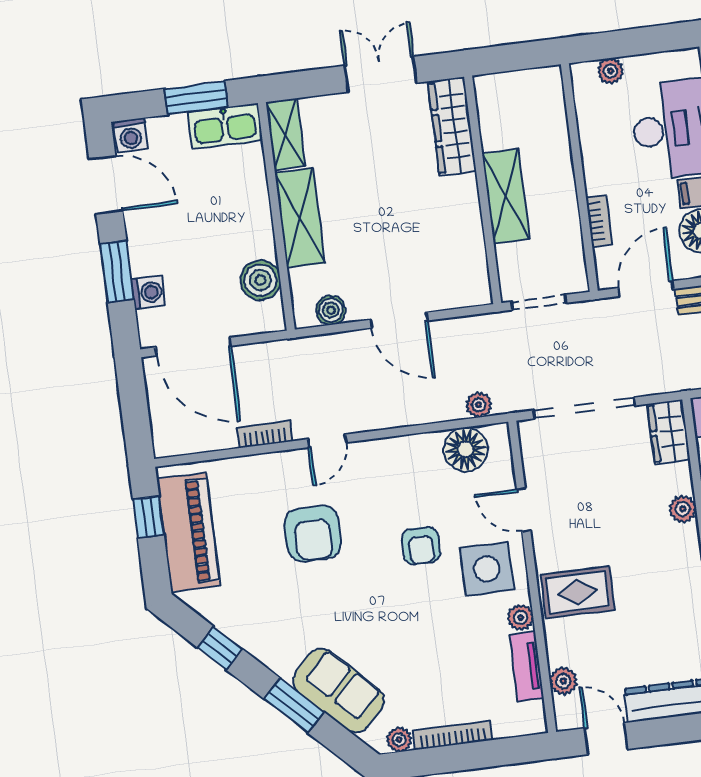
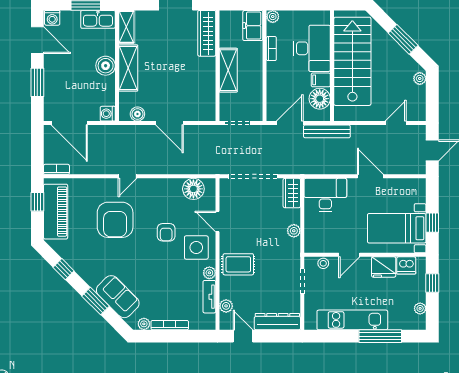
plant: (610, 71) -> (273, 17), moved
freezer: (545, 98) -> (253, 26), added
bookcase: (599, 221) -> (271, 49), moved
boiler: (260, 280) -> (106, 66), moved
washing machine: (148, 292) -> (108, 114), moved, turned 180
plant: (479, 405) -> (202, 168), removed
bookcase: (265, 434) -> (56, 169), moved
armchair: (313, 533) -> (115, 220), width x1.36, depth x1.36

